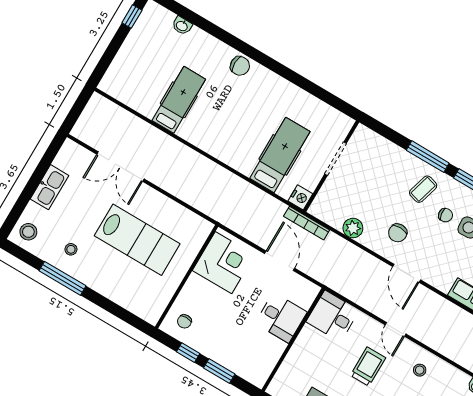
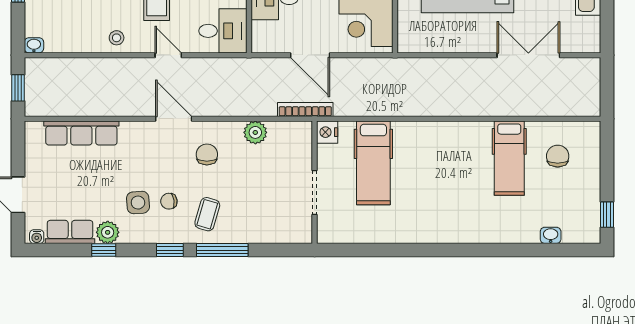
chair: (240, 66) -> (558, 156), moved, turned 90
door: (396, 329) -> (168, 55), moved
stool: (420, 370) -> (117, 38), moved

